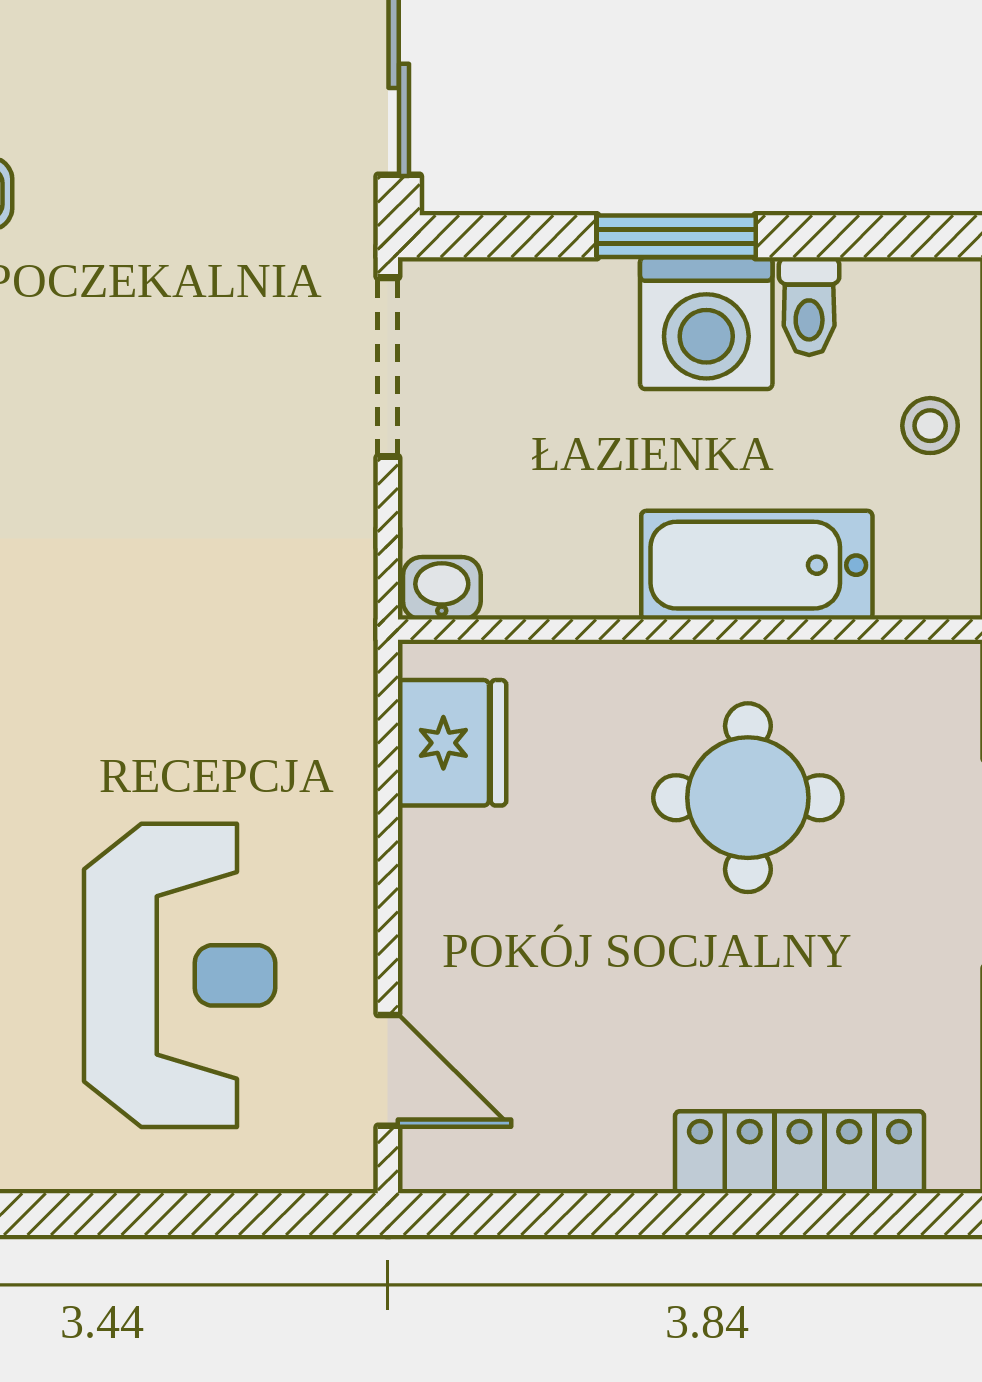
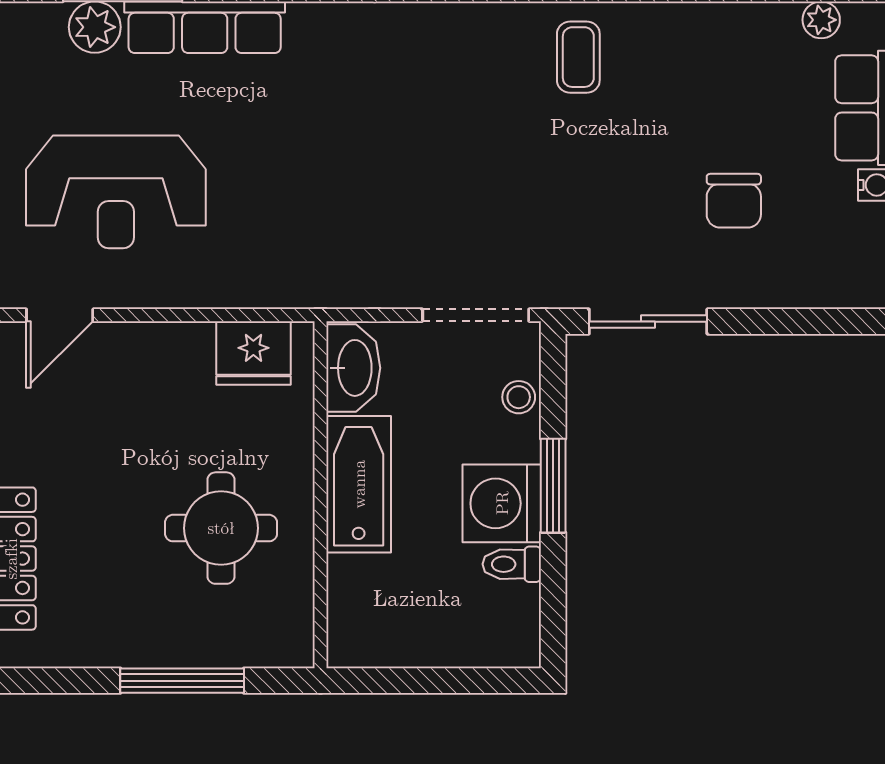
stool: (930, 426) -> (519, 397), moved
bathtub: (757, 565) -> (359, 484), moved
washbasin: (442, 588) -> (353, 368), width x1.91, depth x1.45

